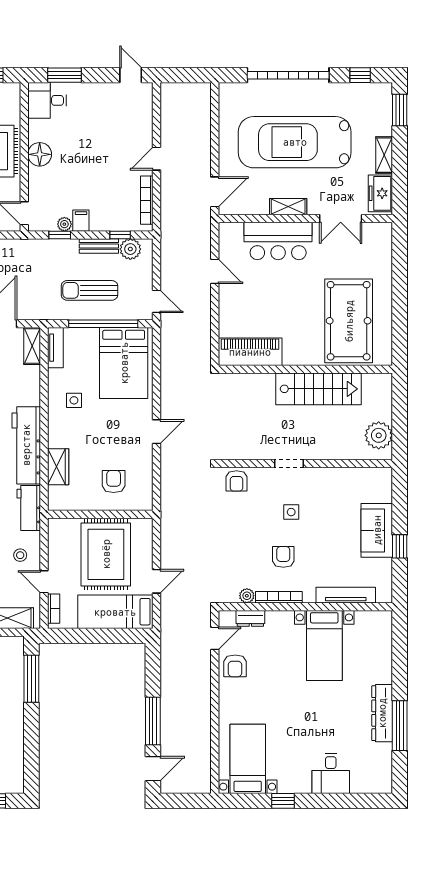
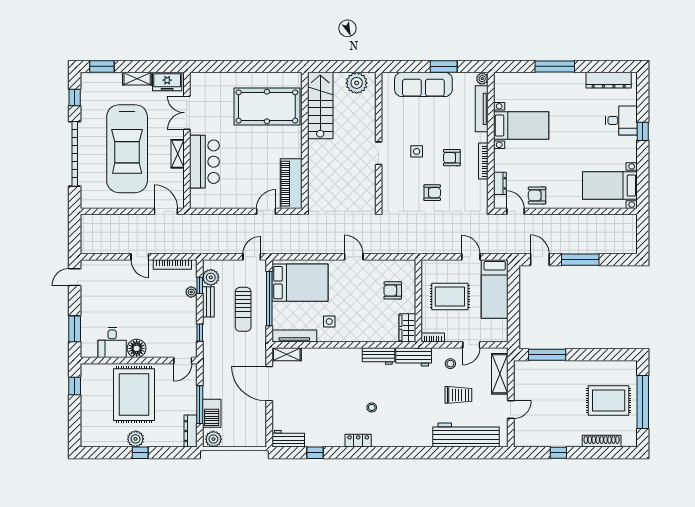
desk: (47, 100) -> (112, 343), moved
double door: (341, 219) -> (187, 113), swing flipped
filing cabinet: (81, 221) -> (188, 316), removed
plant: (64, 224) -> (191, 292), moved
door: (215, 271) -> (266, 211), moved
tv unit: (55, 348) -> (294, 336), width x1.41
stairs: (318, 389) -> (320, 106), moved
workbench: (26, 445) -> (379, 356), width x0.53, depth x0.76
wardrobe: (58, 467) -> (407, 328), moved, turned -90
armchair: (236, 481) -> (432, 193), moved
sofa: (377, 530) -> (423, 84), width x1.36
window: (400, 546) -> (444, 66), width x1.50
rug: (106, 554) -> (450, 297), width x0.73, depth x0.69
plant: (247, 596) -> (482, 79), moved
bookcase: (54, 609) -> (433, 337), moved
armchair: (235, 666) -> (537, 195), turned 180
dresser: (382, 713) -> (609, 80), moved
window: (400, 726) -> (555, 66), moved
door: (153, 769) -> (540, 260), moved
window: (283, 801) -> (643, 131), moved

